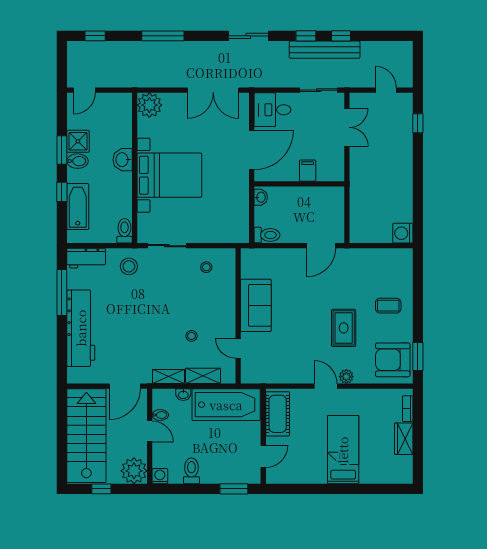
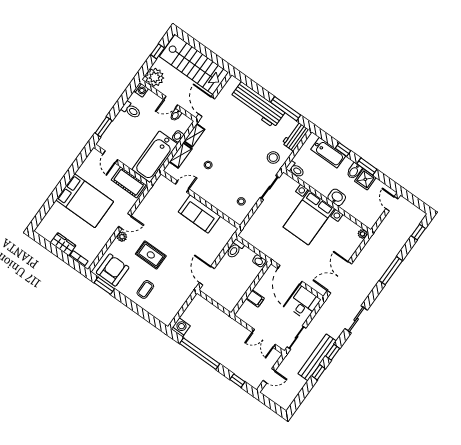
plant: (149, 105) -> (363, 234), width x0.53, depth x0.53
window: (418, 189) -> (200, 354), added
bed: (343, 450) -> (85, 201), width x1.50

